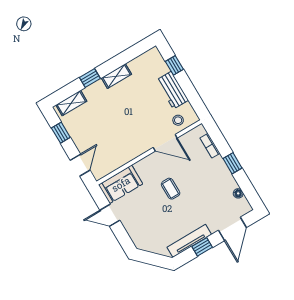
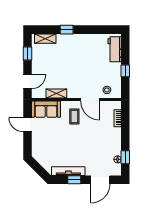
window: (174, 65) -> (125, 71), moved
shelving: (116, 76) -> (56, 94), moved
workbench: (172, 90) -> (115, 49), moved
window: (232, 163) -> (125, 157), moved
coffee table: (171, 189) -> (74, 117), moved

